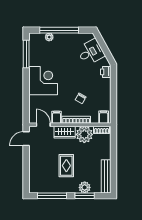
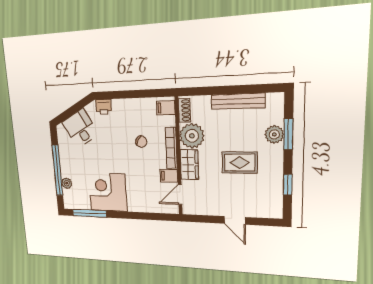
corner desk: (43, 81) -> (108, 192), moved
door: (26, 139) -> (235, 220), moved
bench: (106, 176) -> (238, 101), moved
window: (52, 196) -> (288, 185), width x0.46

